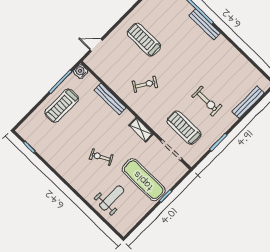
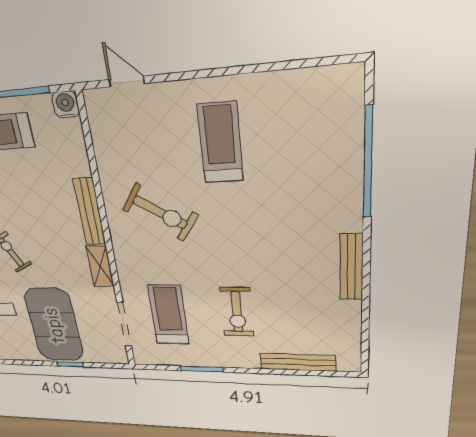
bench: (205, 24) -> (351, 267), moved
exercise bike: (145, 84) -> (160, 212), width x1.38, depth x1.39
bench: (110, 99) -> (90, 212), moved
exercise mat: (144, 180) -> (54, 325), width x1.47

